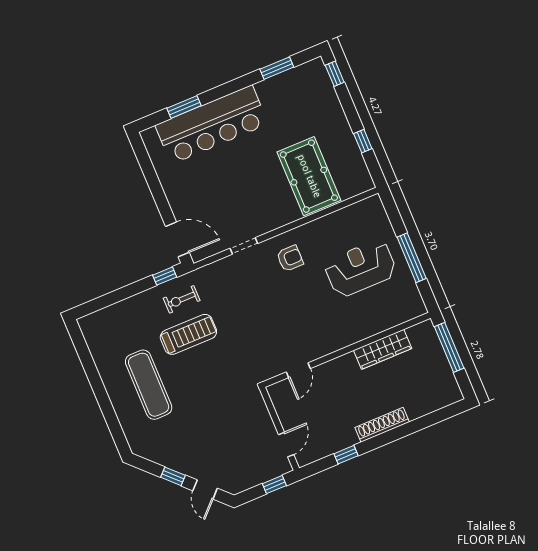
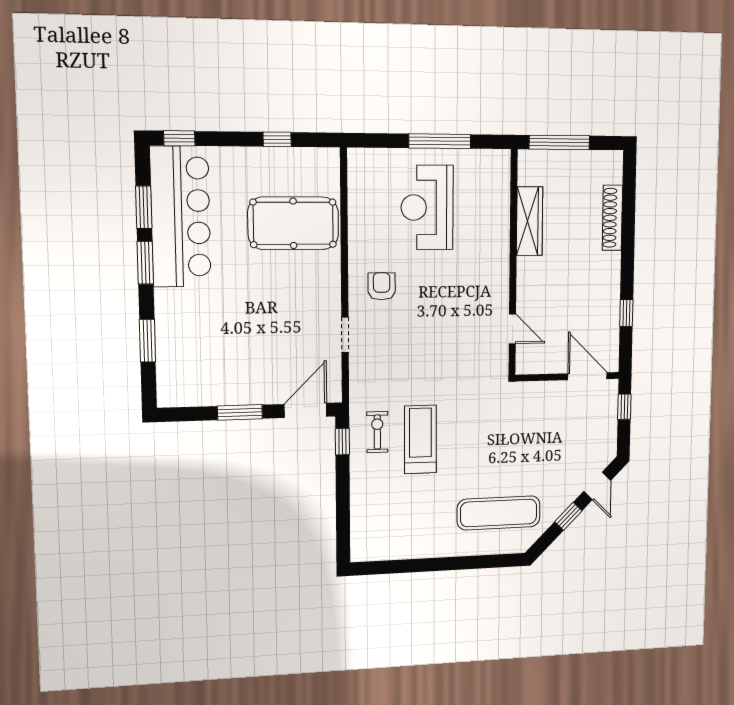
window: (239, 84) -> (145, 263), added
bar counter: (212, 125) -> (181, 217), moved
window: (158, 192) -> (240, 412), added
exercise bike: (182, 299) -> (377, 432), turned 180
exercise mat: (149, 385) -> (499, 513), moved
shoe rack: (382, 425) -> (612, 218), moved
door: (286, 445) -> (587, 376), width x1.38
door: (205, 489) -> (597, 486), hinge flipped

